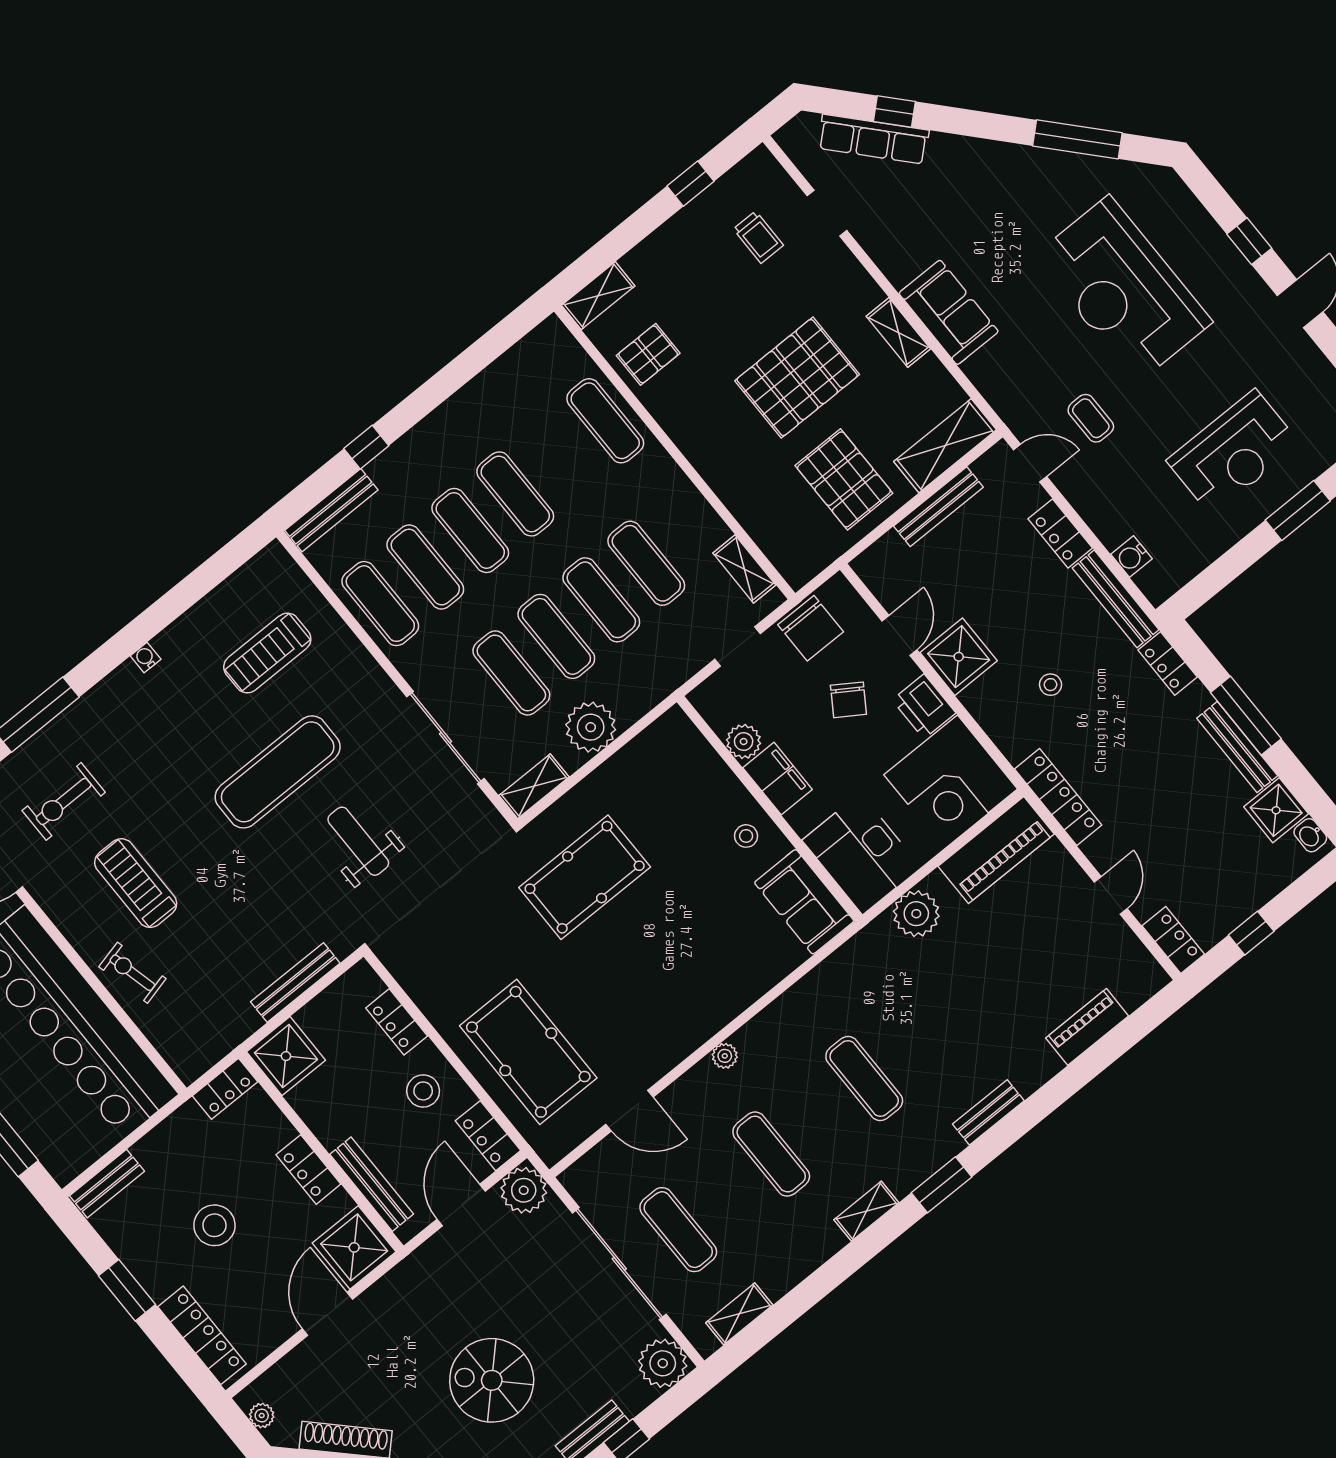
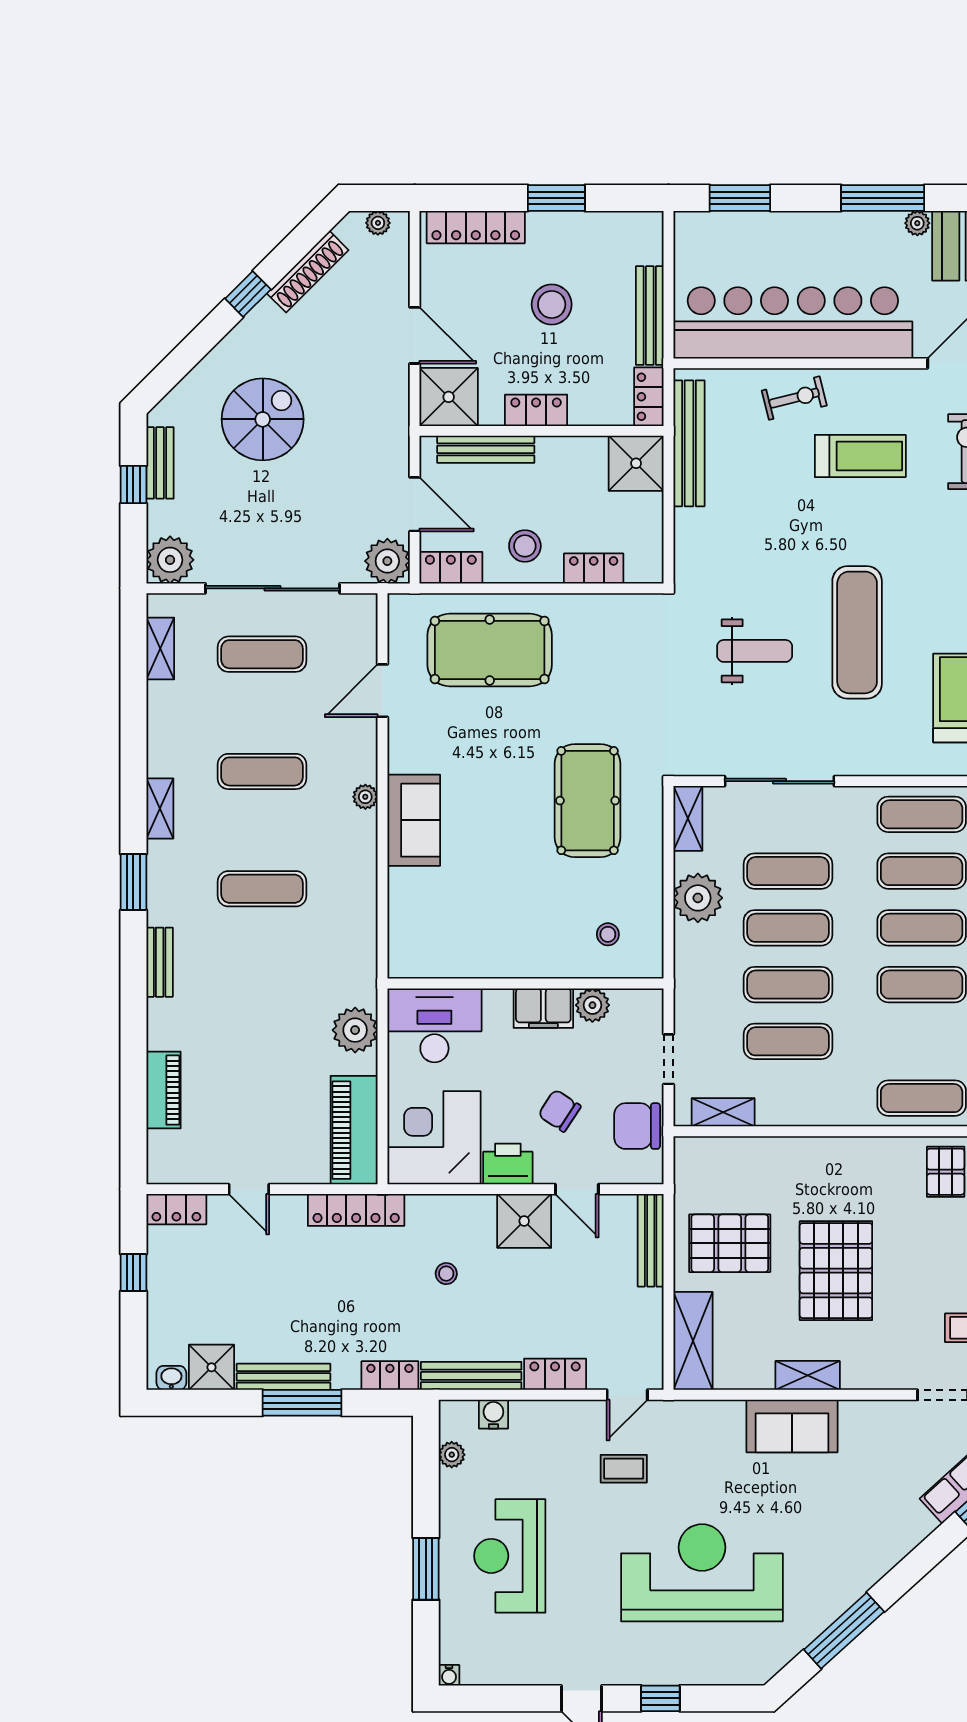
bench: (938, 507) -> (651, 1240), moved
plant: (1191, 564) -> (452, 1455), added
stool: (746, 836) -> (608, 934), moved
sofa: (804, 902) -> (414, 820), moved, turned 90
bench: (295, 982) -> (689, 443), moved, width x1.37, depth x1.21
bench: (107, 1183) -> (650, 316), moved, width x1.36

